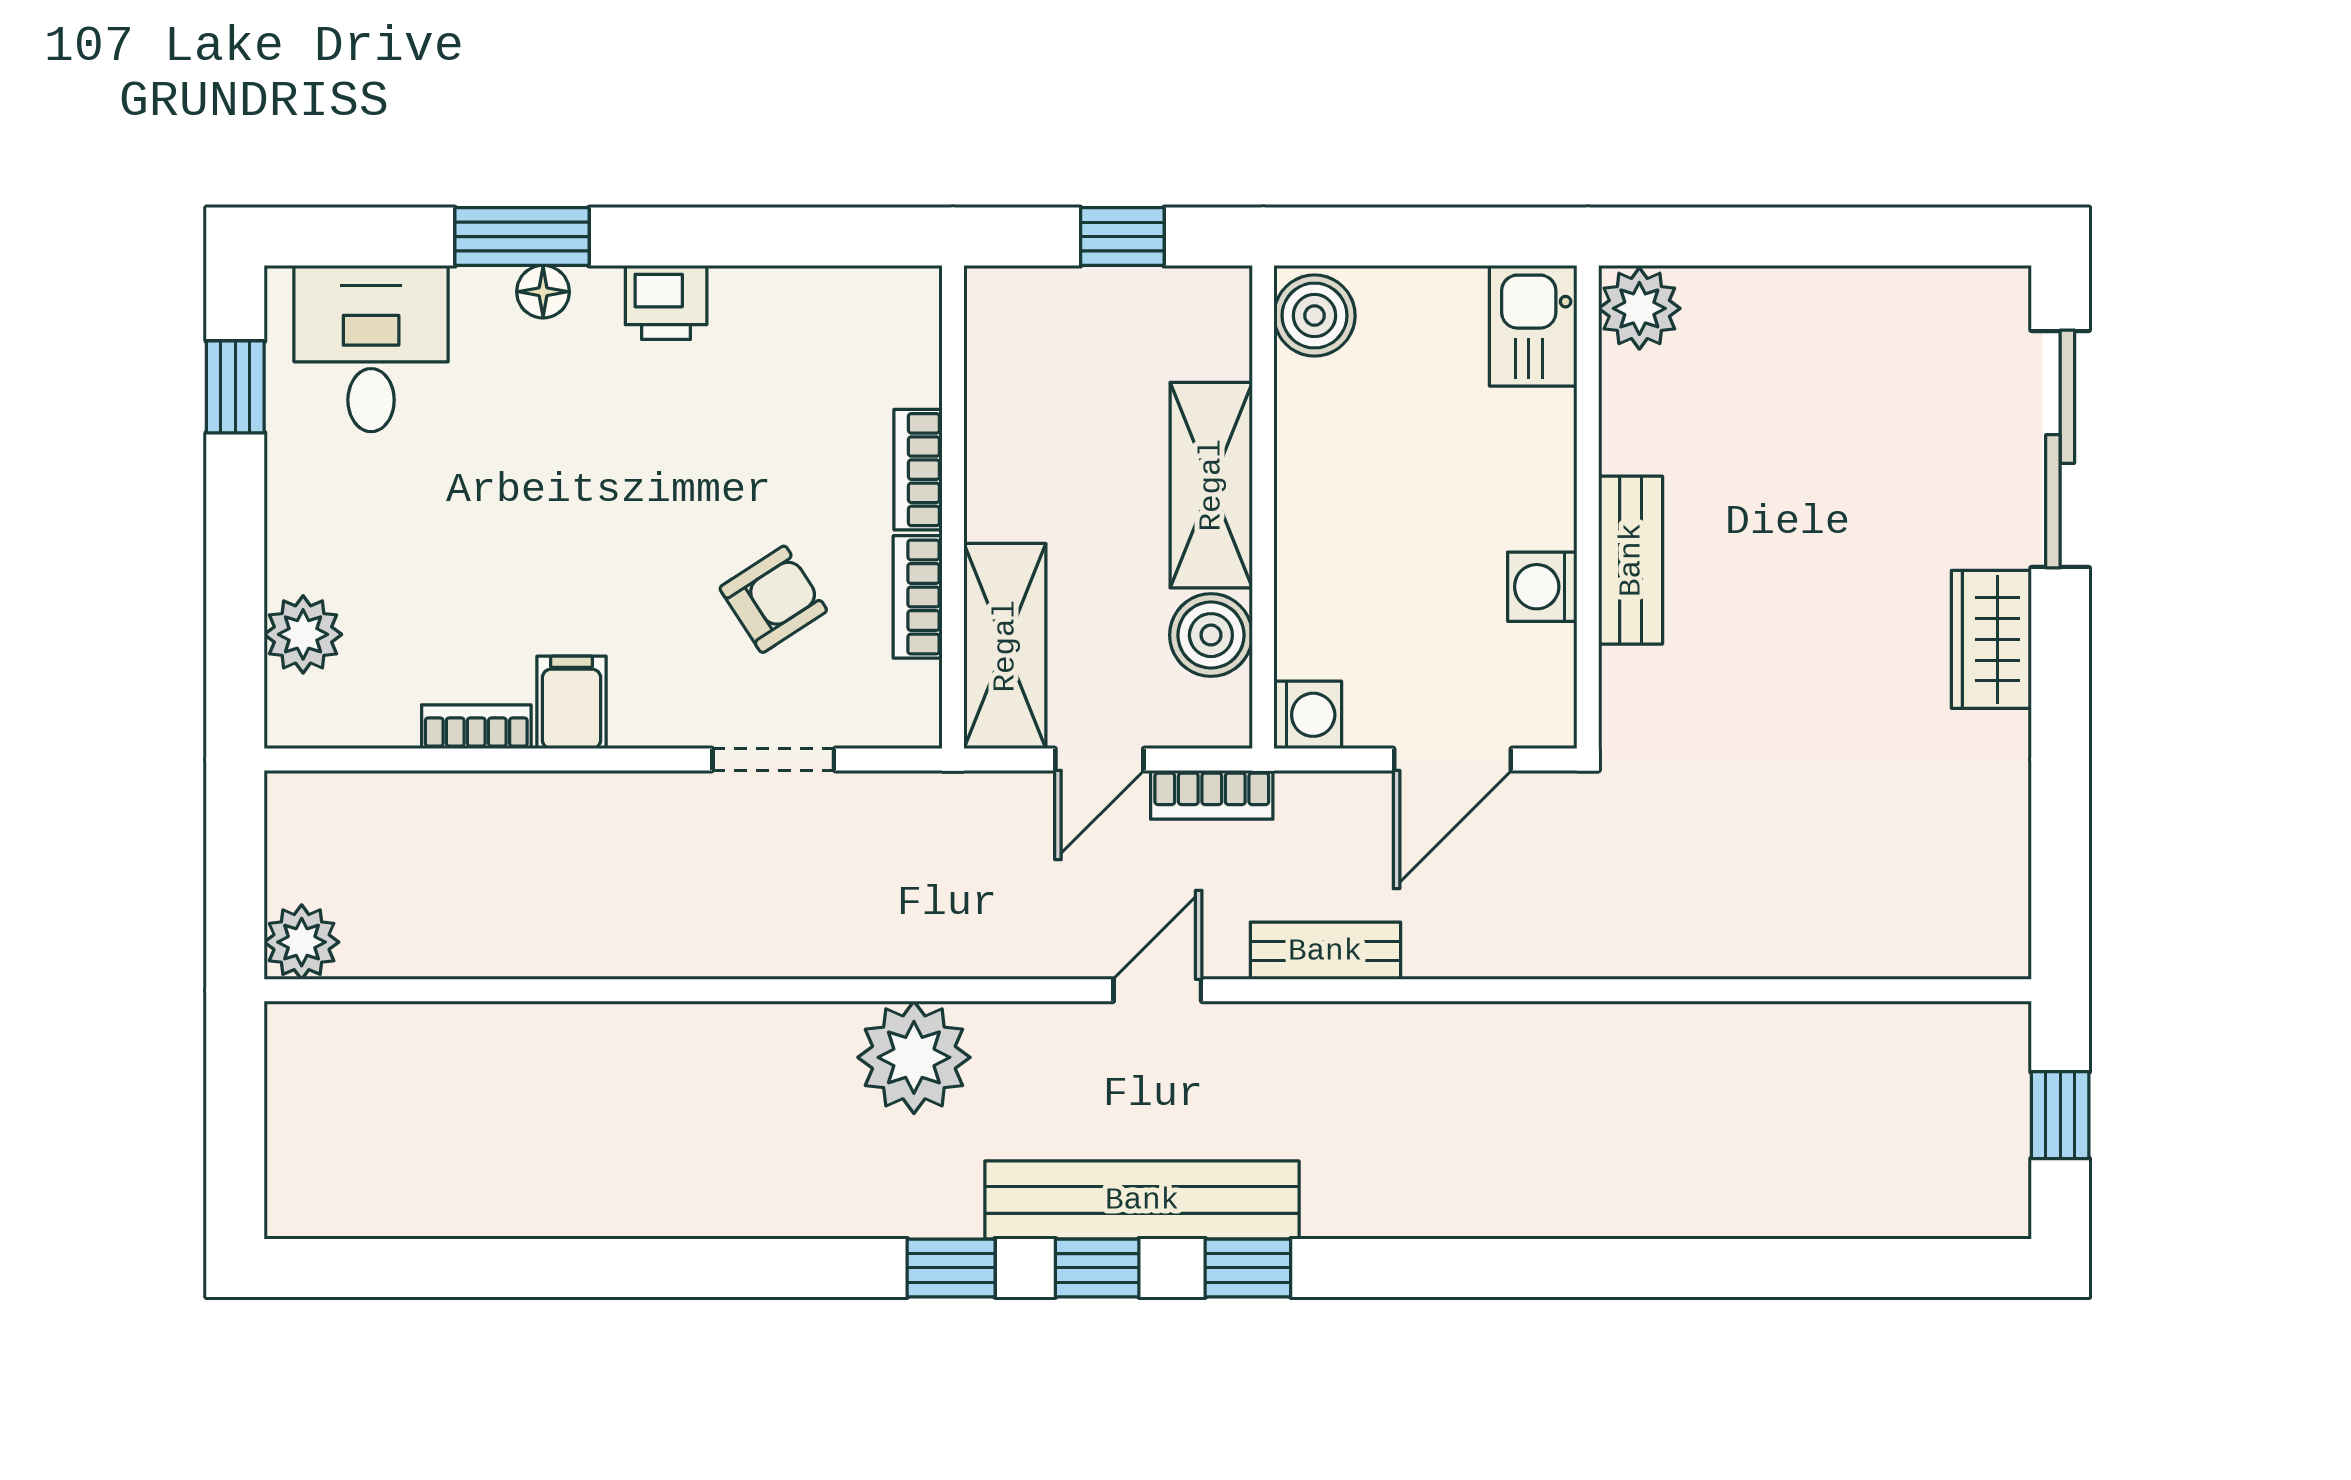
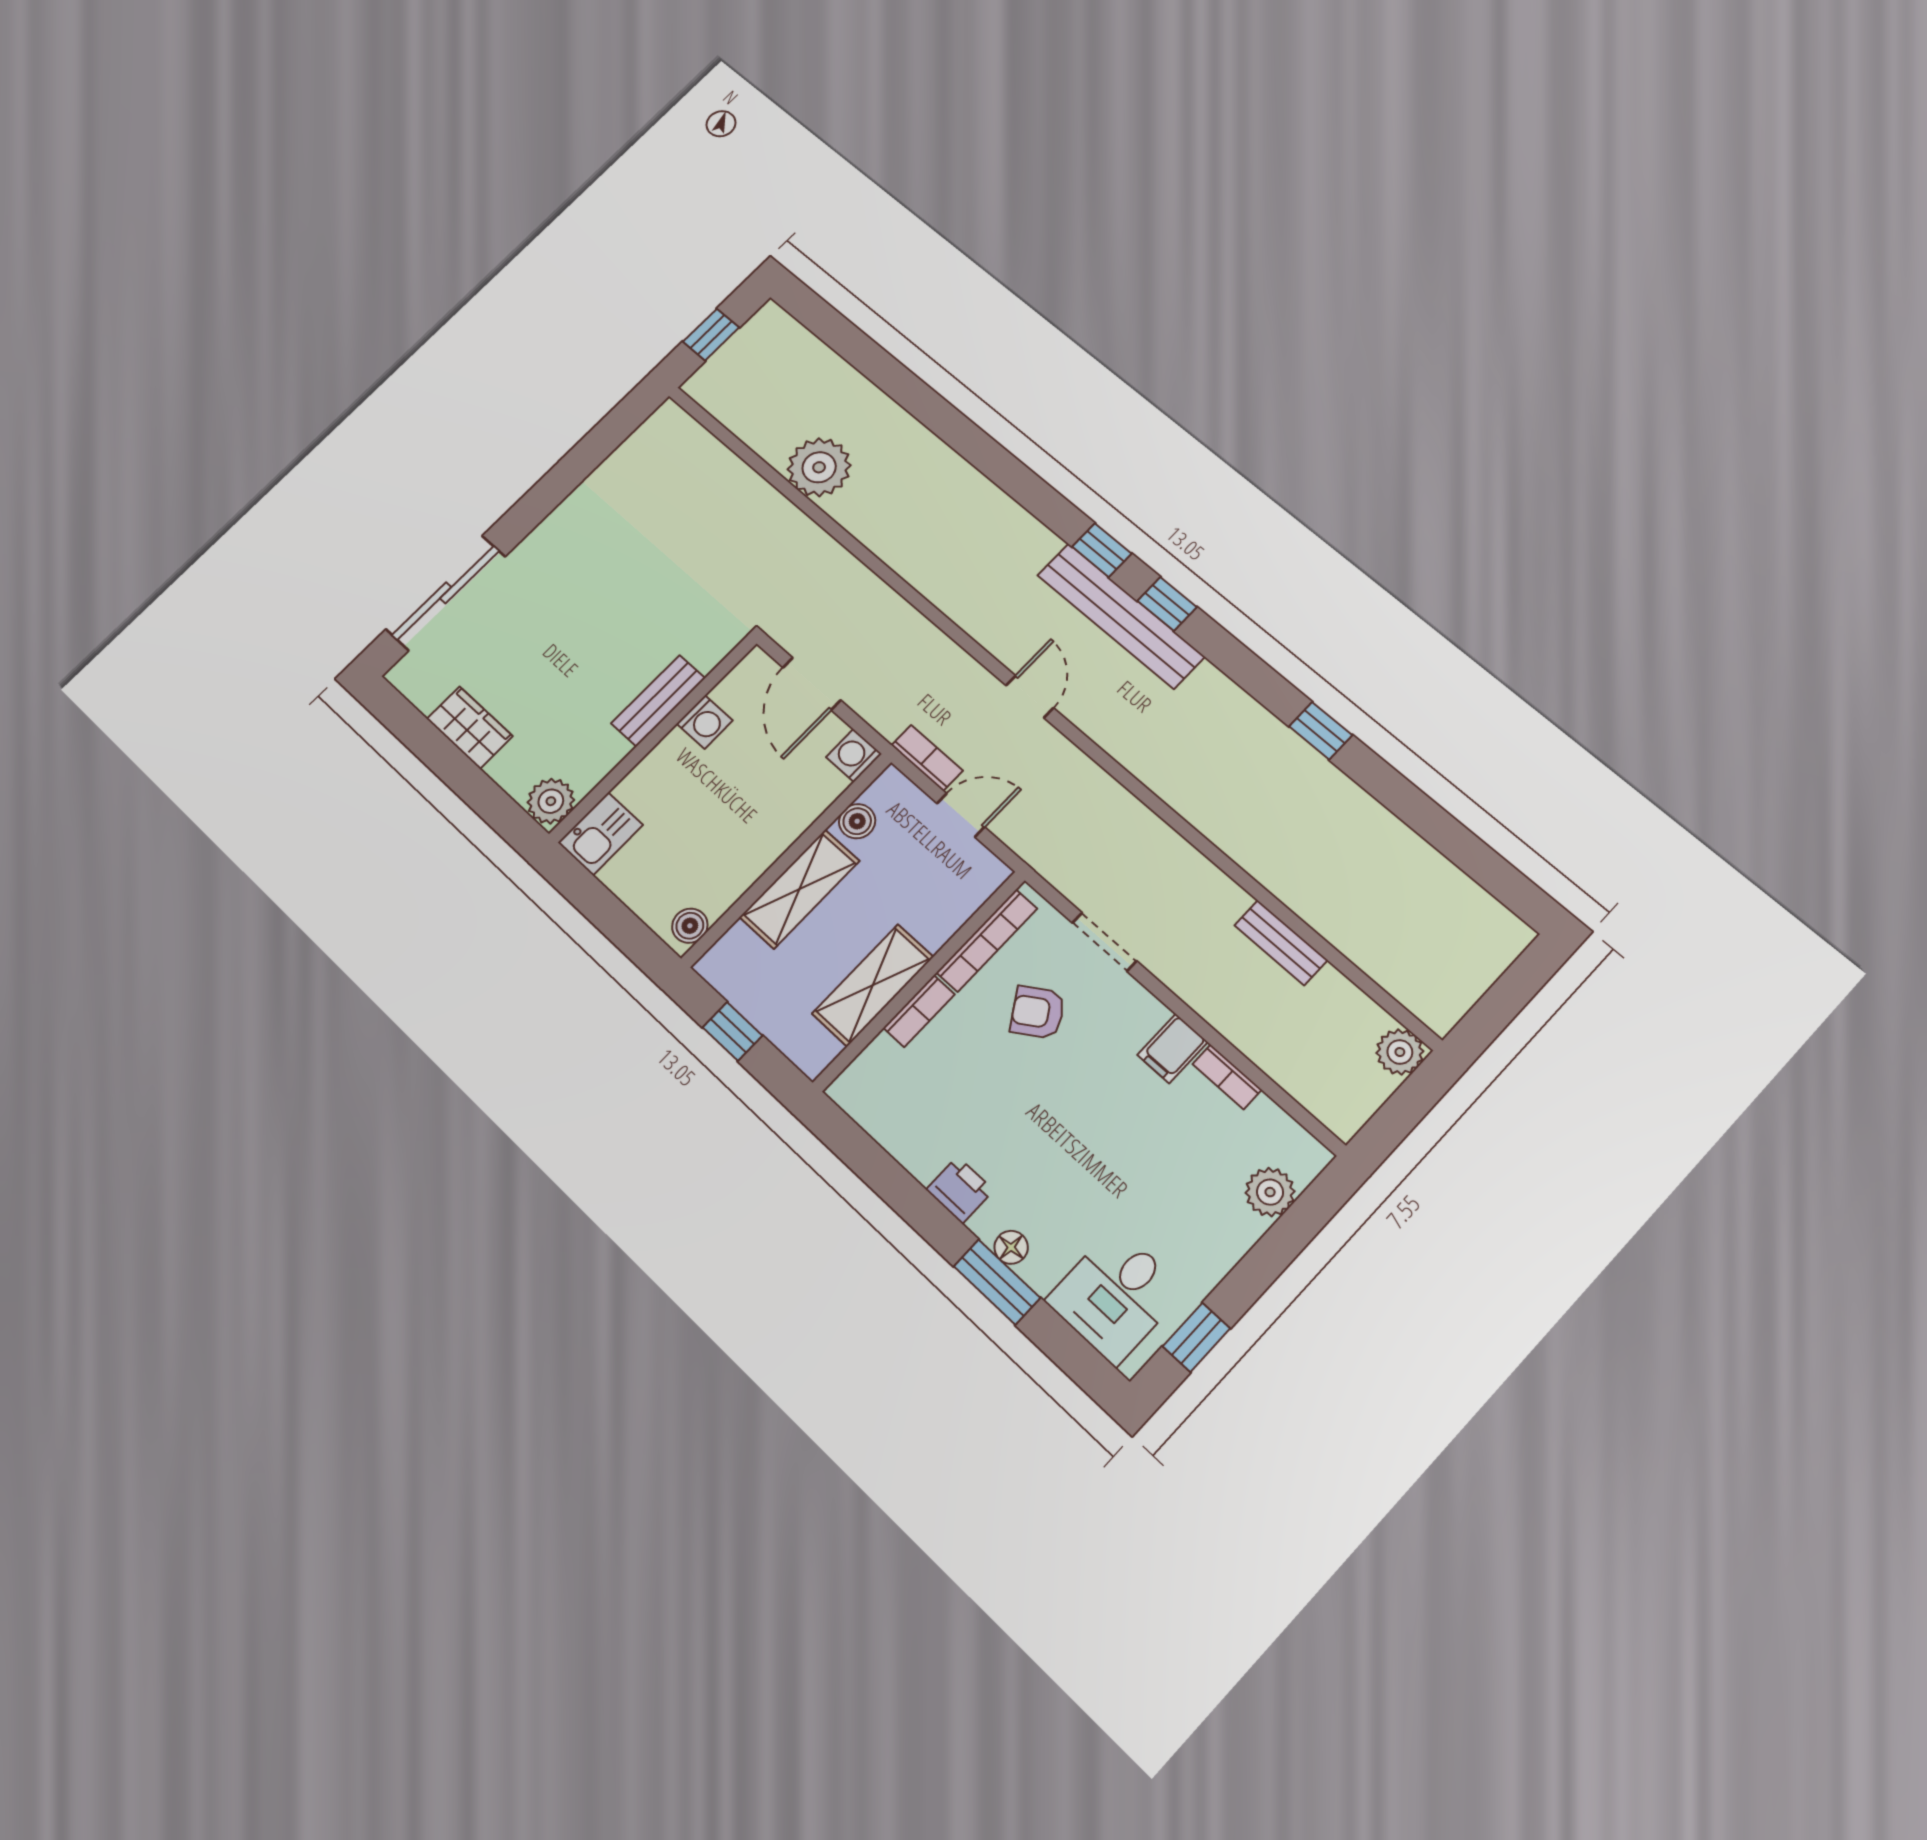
boiler: (1315, 316) -> (690, 926), width x0.73, depth x0.73
bookcase: (918, 597) -> (987, 941), width x1.56
boiler: (1211, 635) -> (857, 821), width x0.73, depth x0.73
wardrobe: (1991, 639) -> (470, 728), moved, turned -90
shelving: (1005, 646) -> (873, 985), moved
door: (1453, 759) -> (812, 684), swing flipped
bench: (1325, 951) -> (1281, 943), moved
door: (1157, 990) -> (1030, 697), swing flipped
plant: (914, 1057) -> (819, 467), moved
window: (951, 1268) -> (1321, 731), moved

